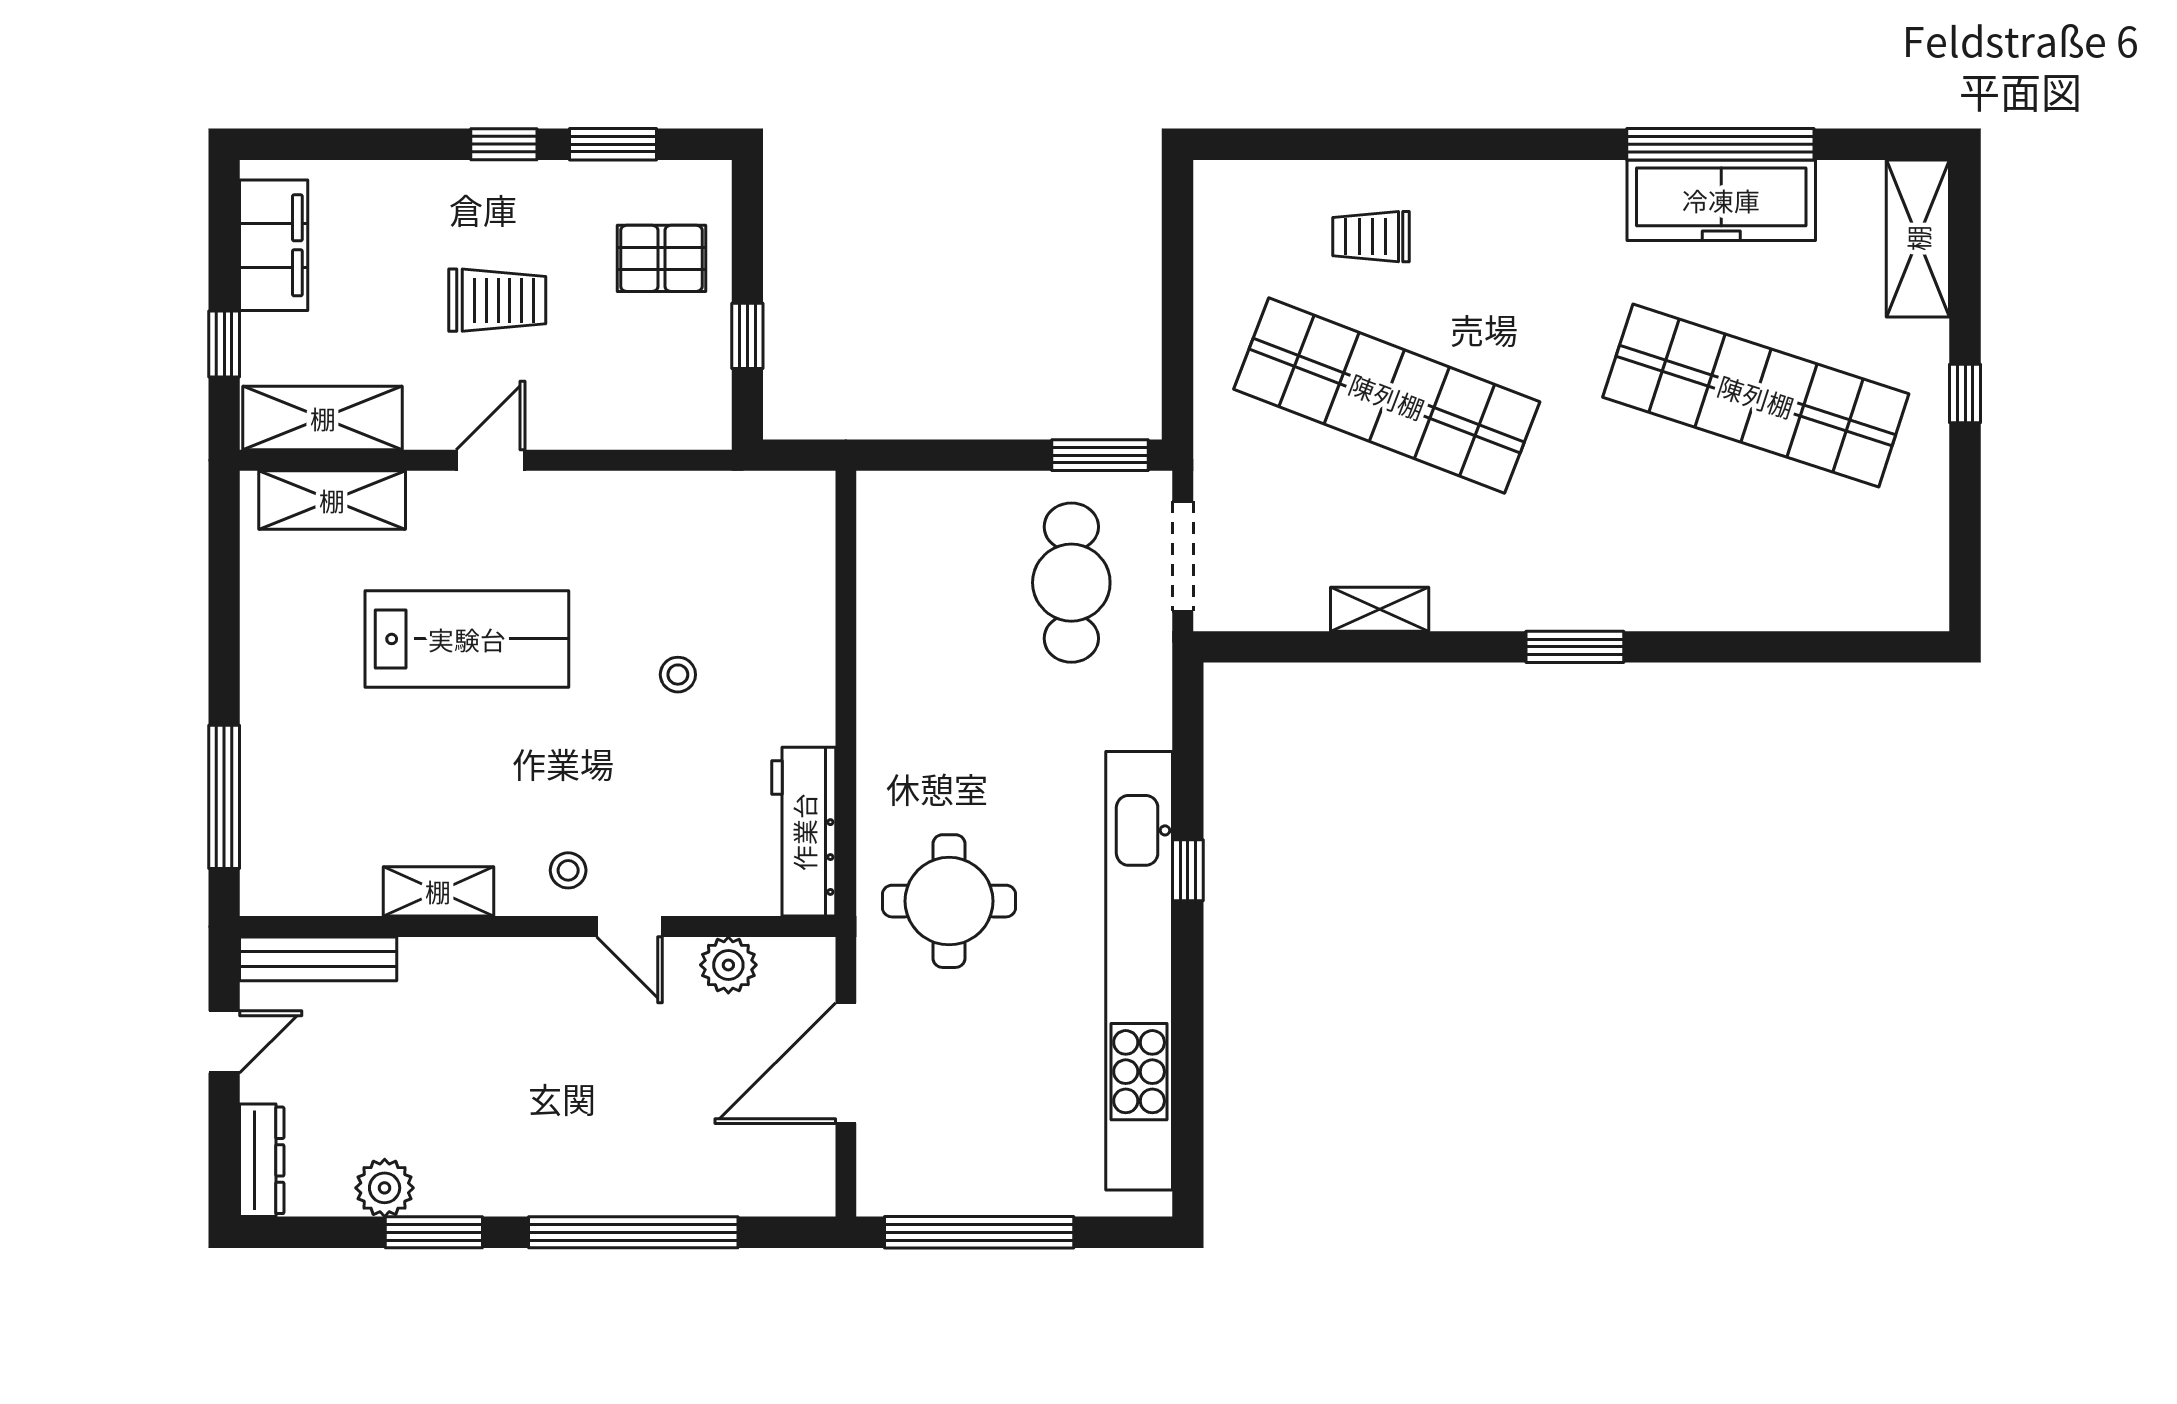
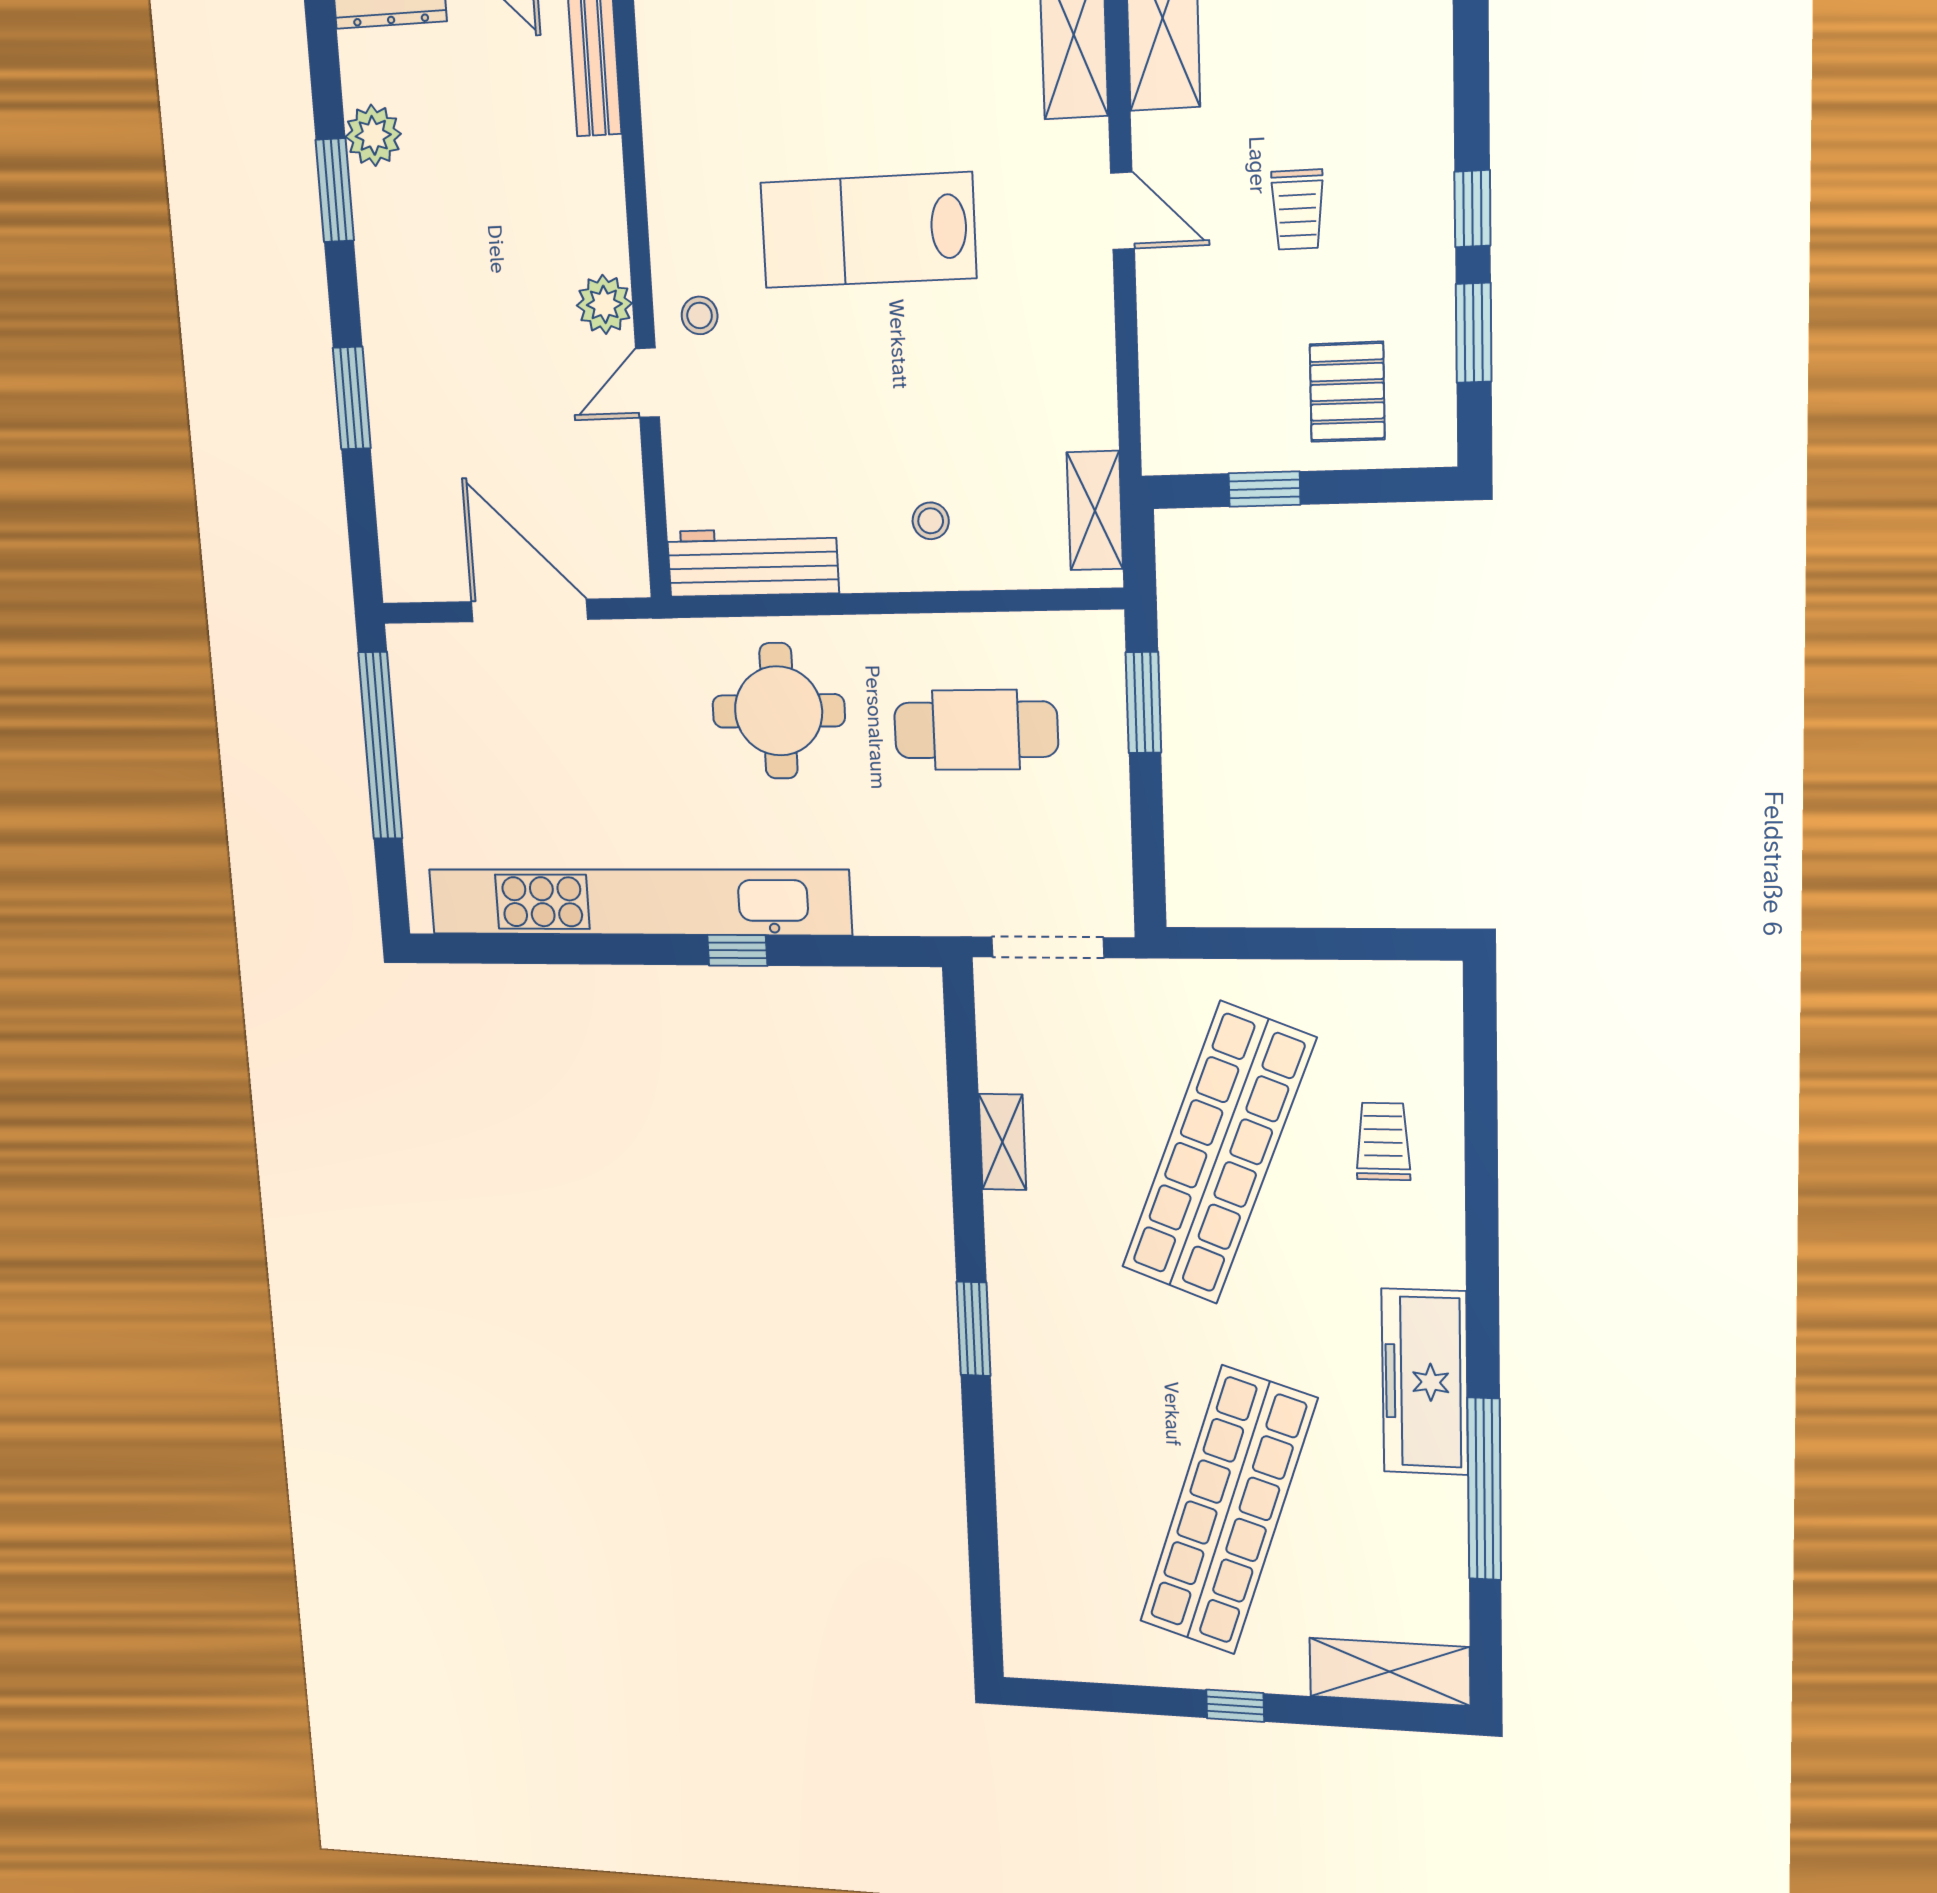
freezer: (1721, 200) -> (1425, 1382), moved
trolley: (497, 300) -> (1298, 210), width x0.73, depth x0.72
window: (1100, 455) -> (1143, 703), moved
cafe table: (1071, 583) -> (976, 730), moved
lab bench: (467, 639) -> (868, 230), moved, turned 90
stool: (678, 675) -> (931, 521), moved
shelving: (438, 891) -> (1095, 511), moved
round table: (949, 901) -> (779, 711), moved
plant: (728, 965) -> (604, 304), moved
window: (633, 1232) -> (352, 398), width x0.47

